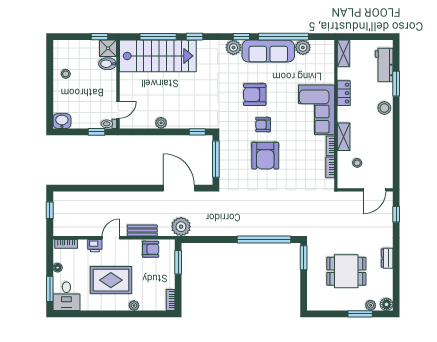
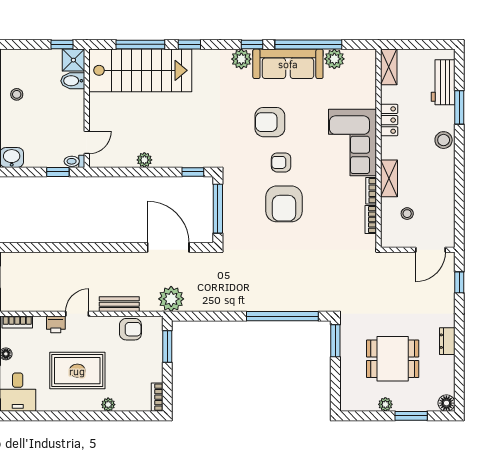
plant: (371, 305) -> (385, 404), moved

